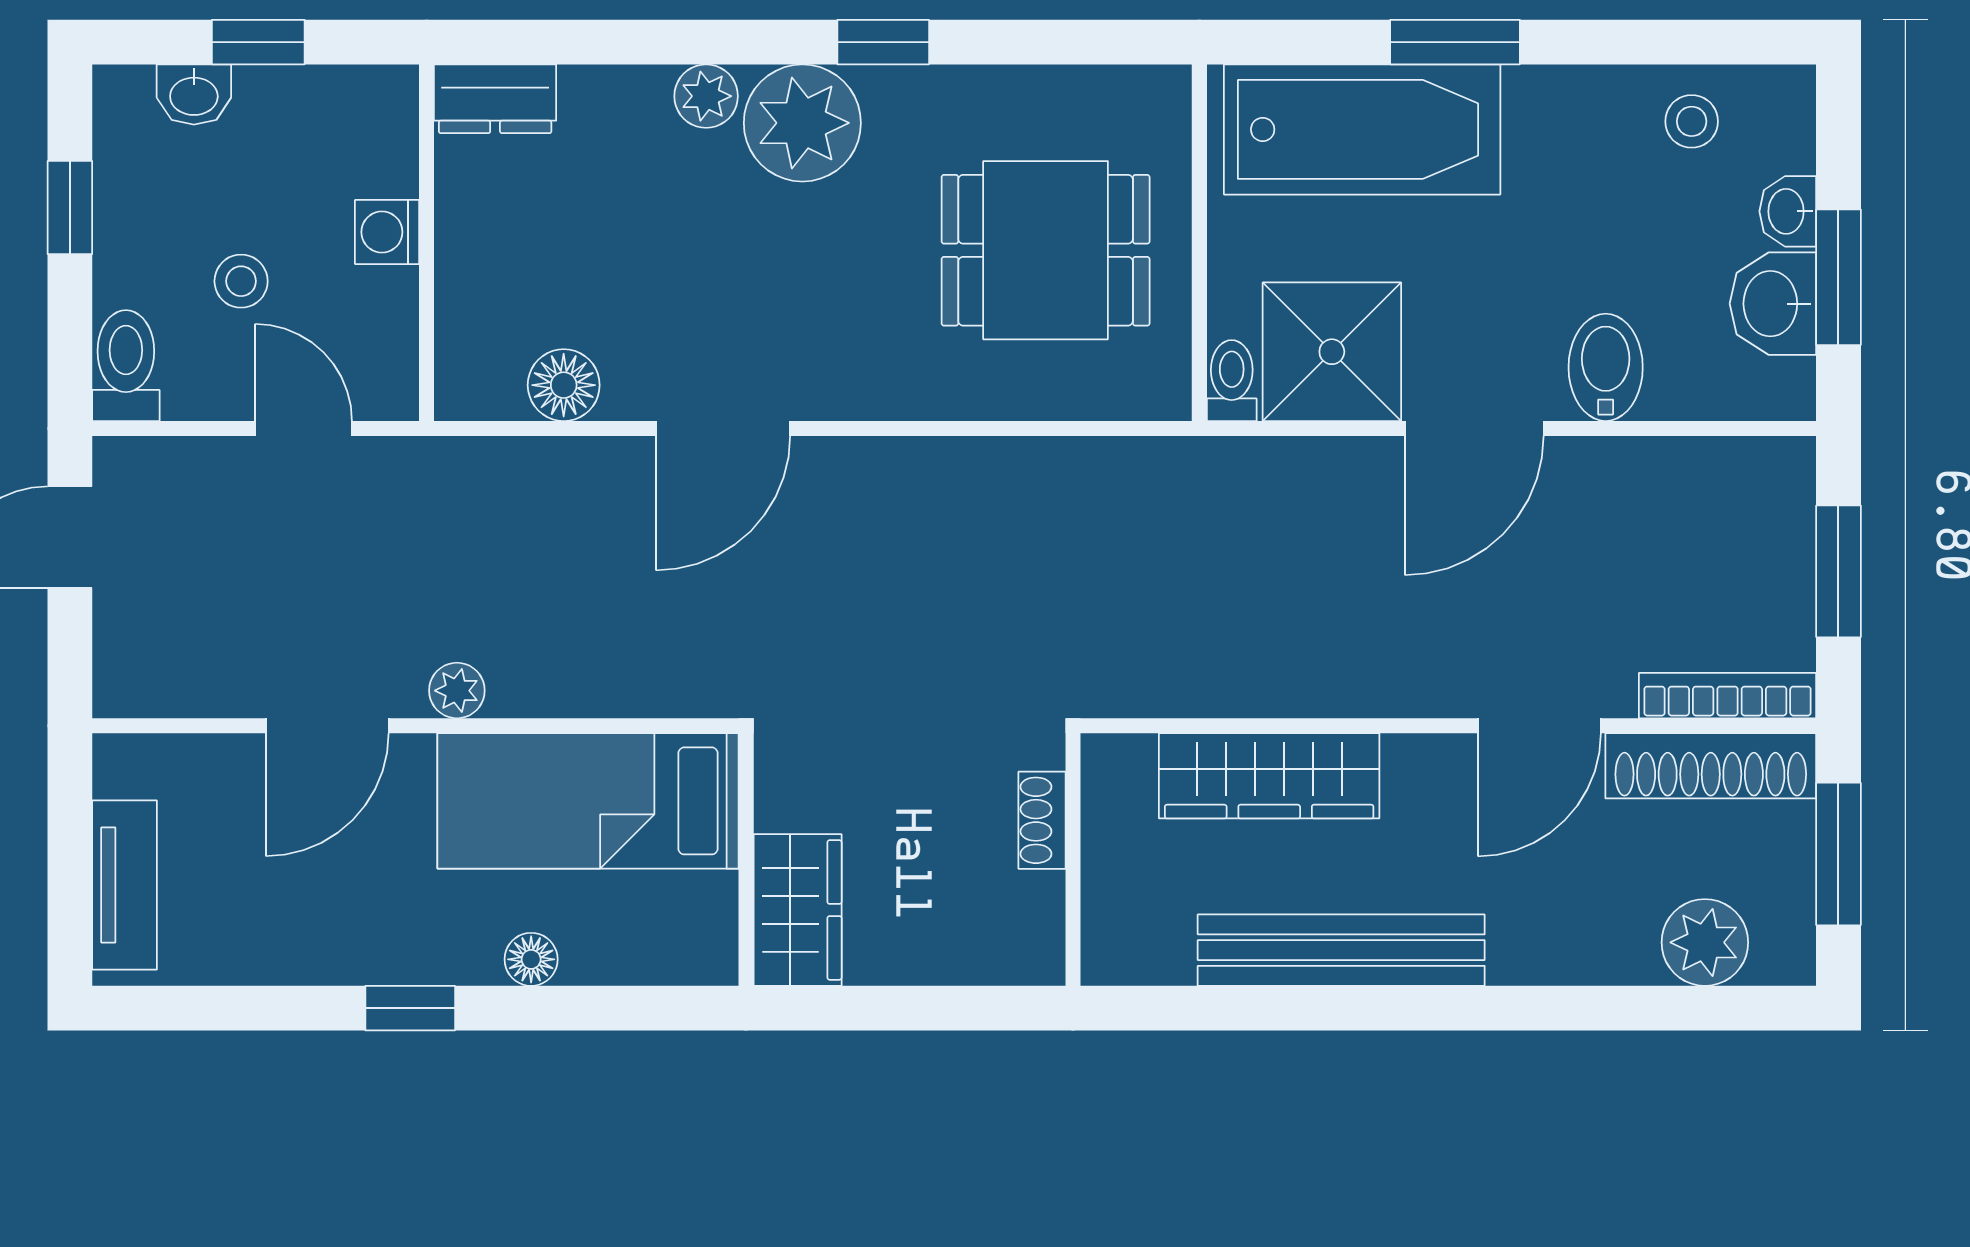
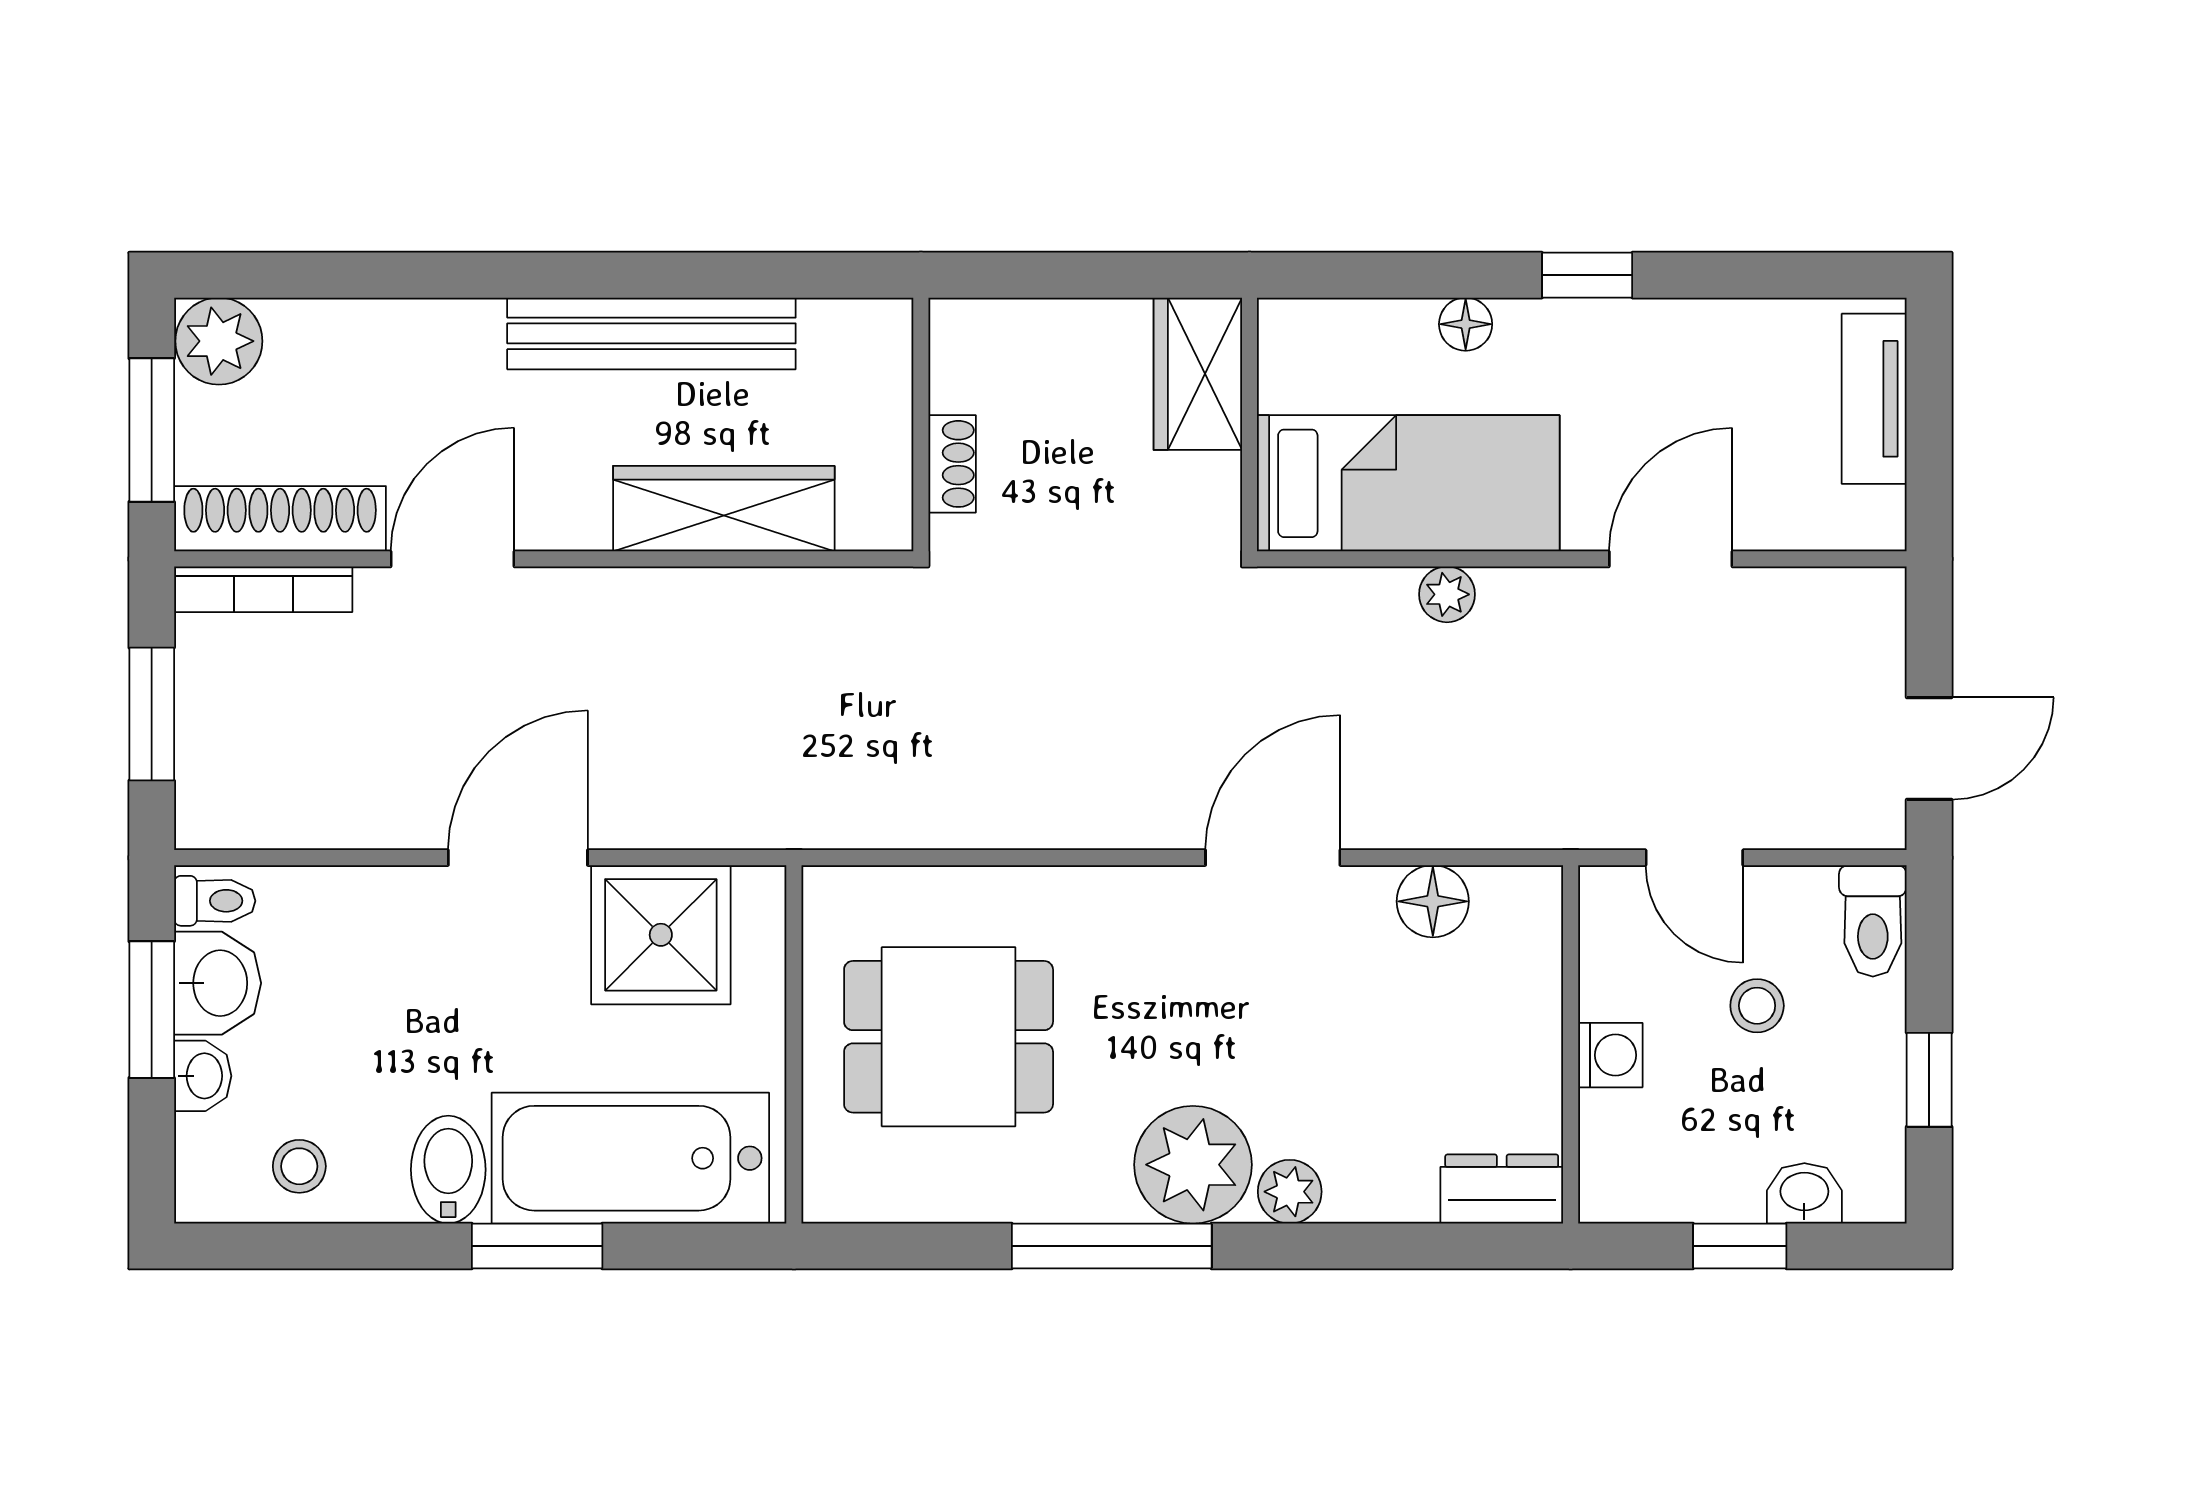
window: (883, 42) -> (1112, 1246), width x2.17
bidet: (1606, 367) -> (448, 1170), moved, turned 180
toilet: (1232, 381) -> (215, 901), moved, turned -90
plant: (457, 691) -> (1447, 594), moved
plant: (1705, 942) -> (219, 341), moved

